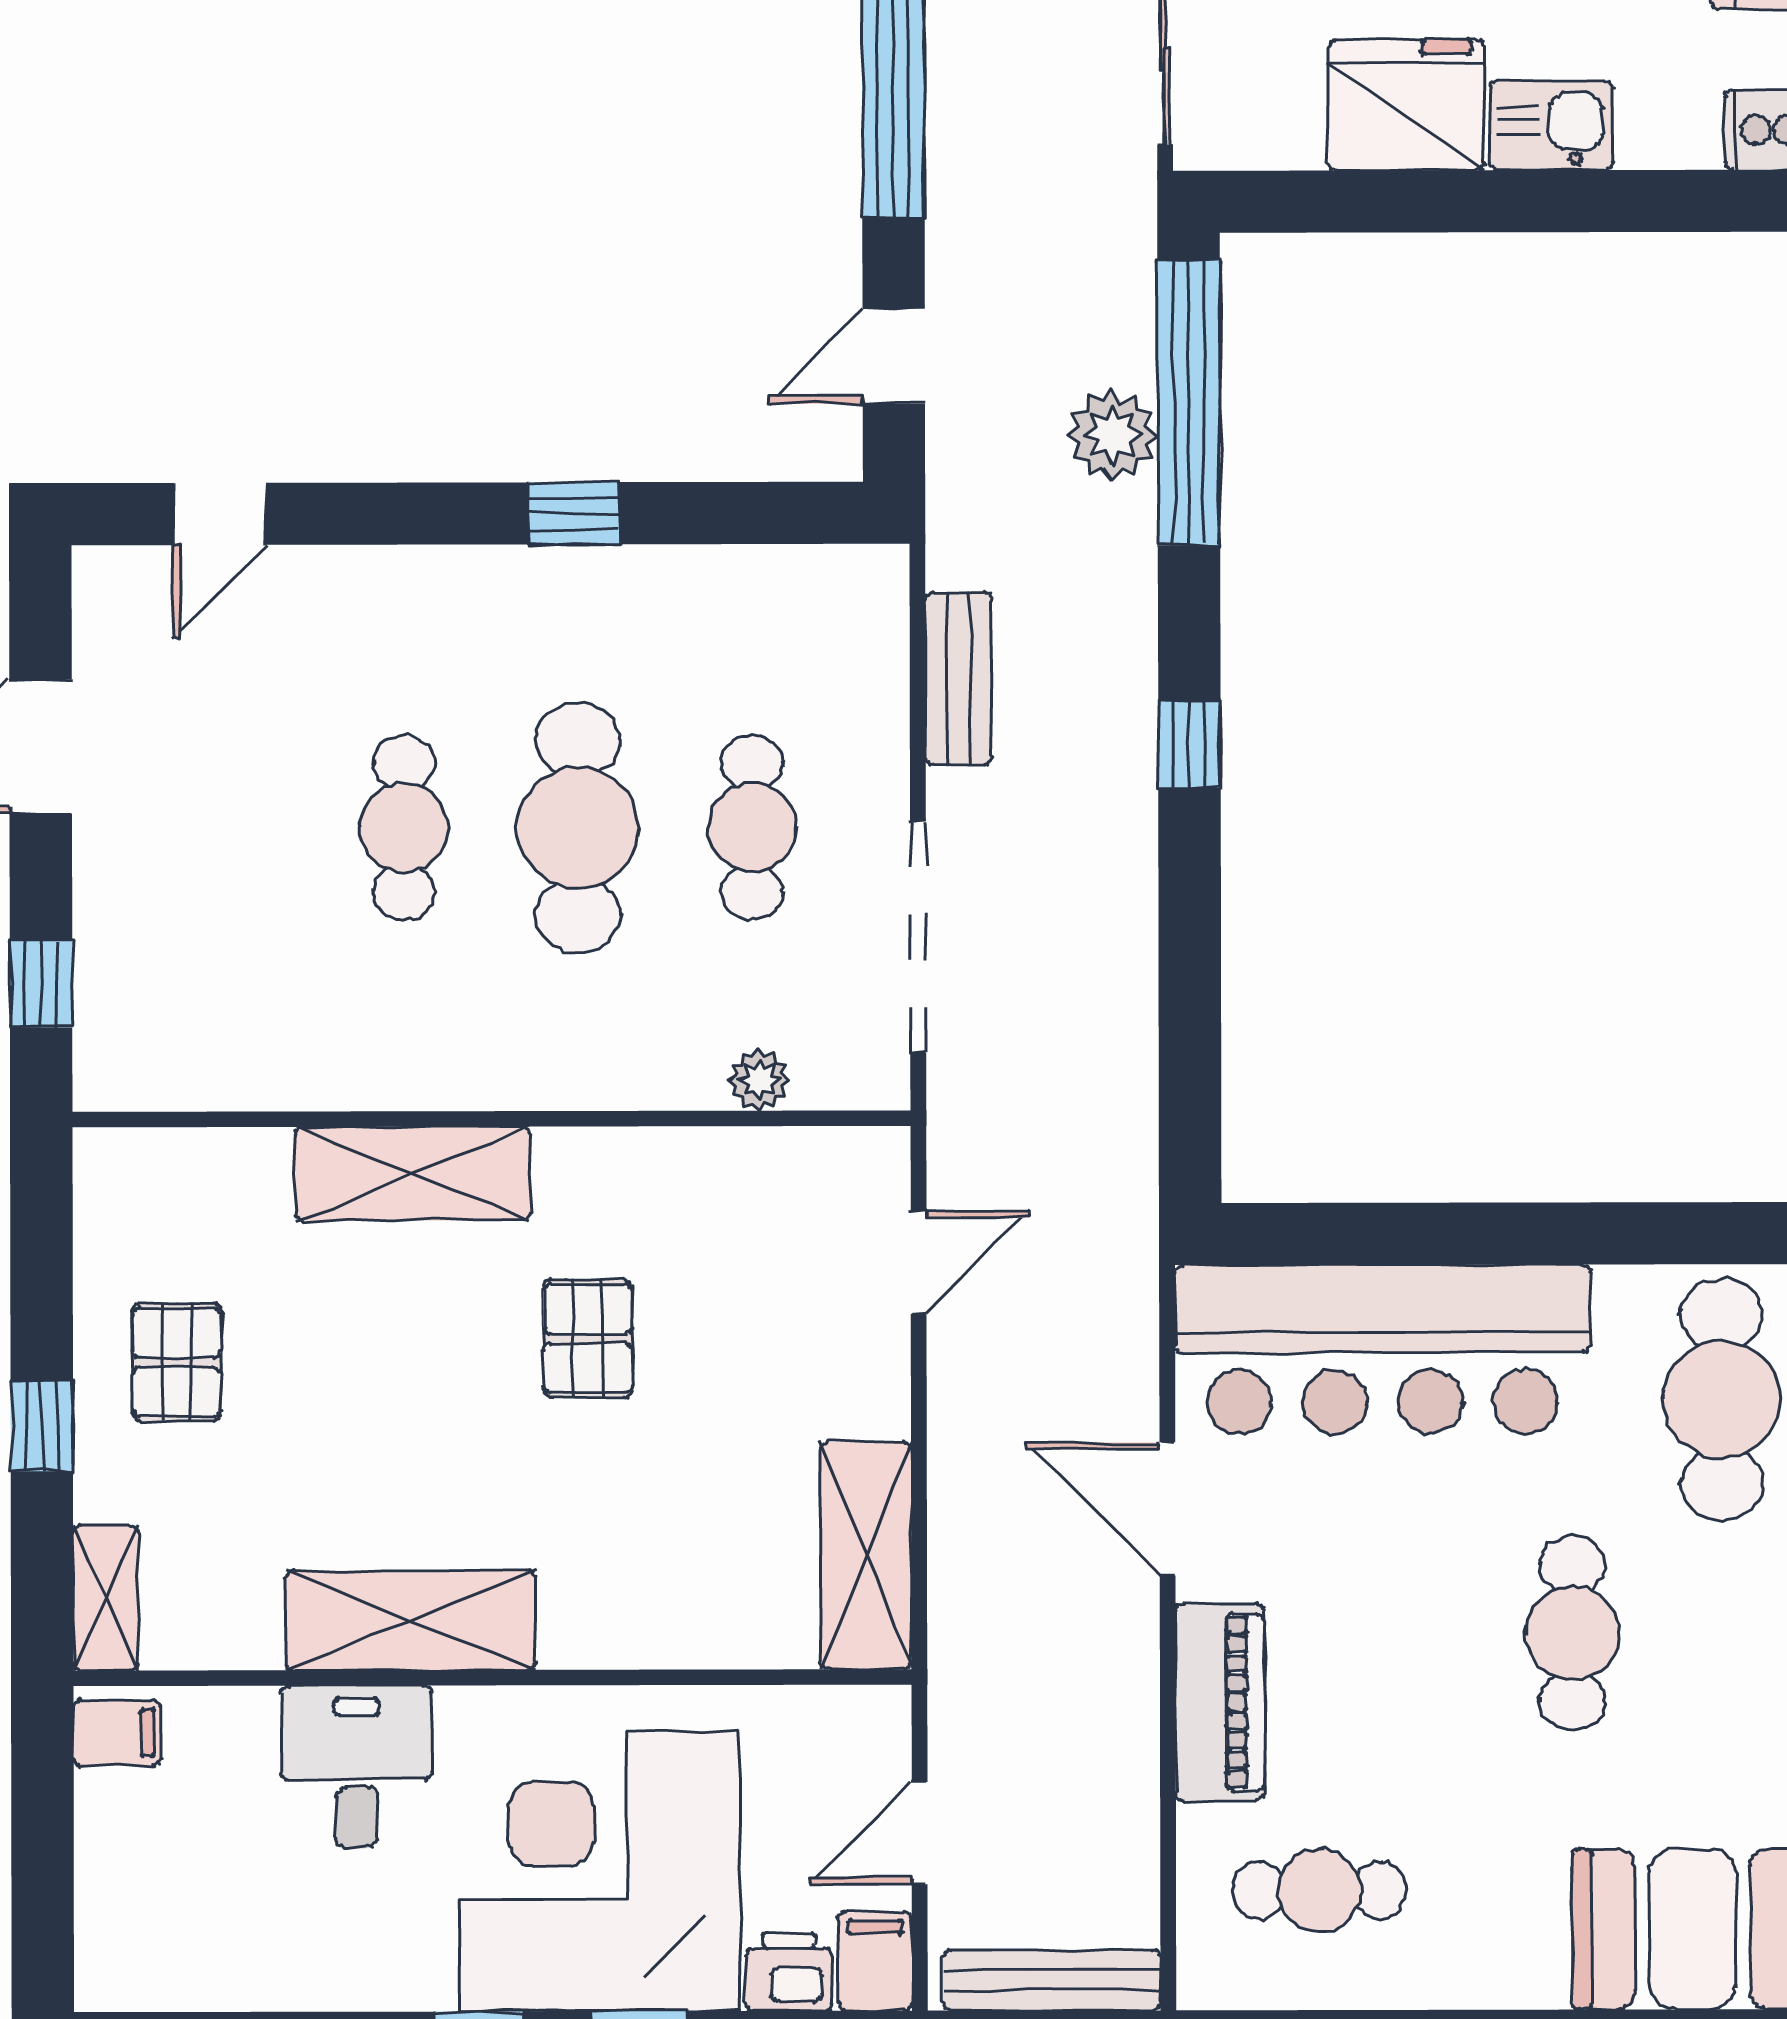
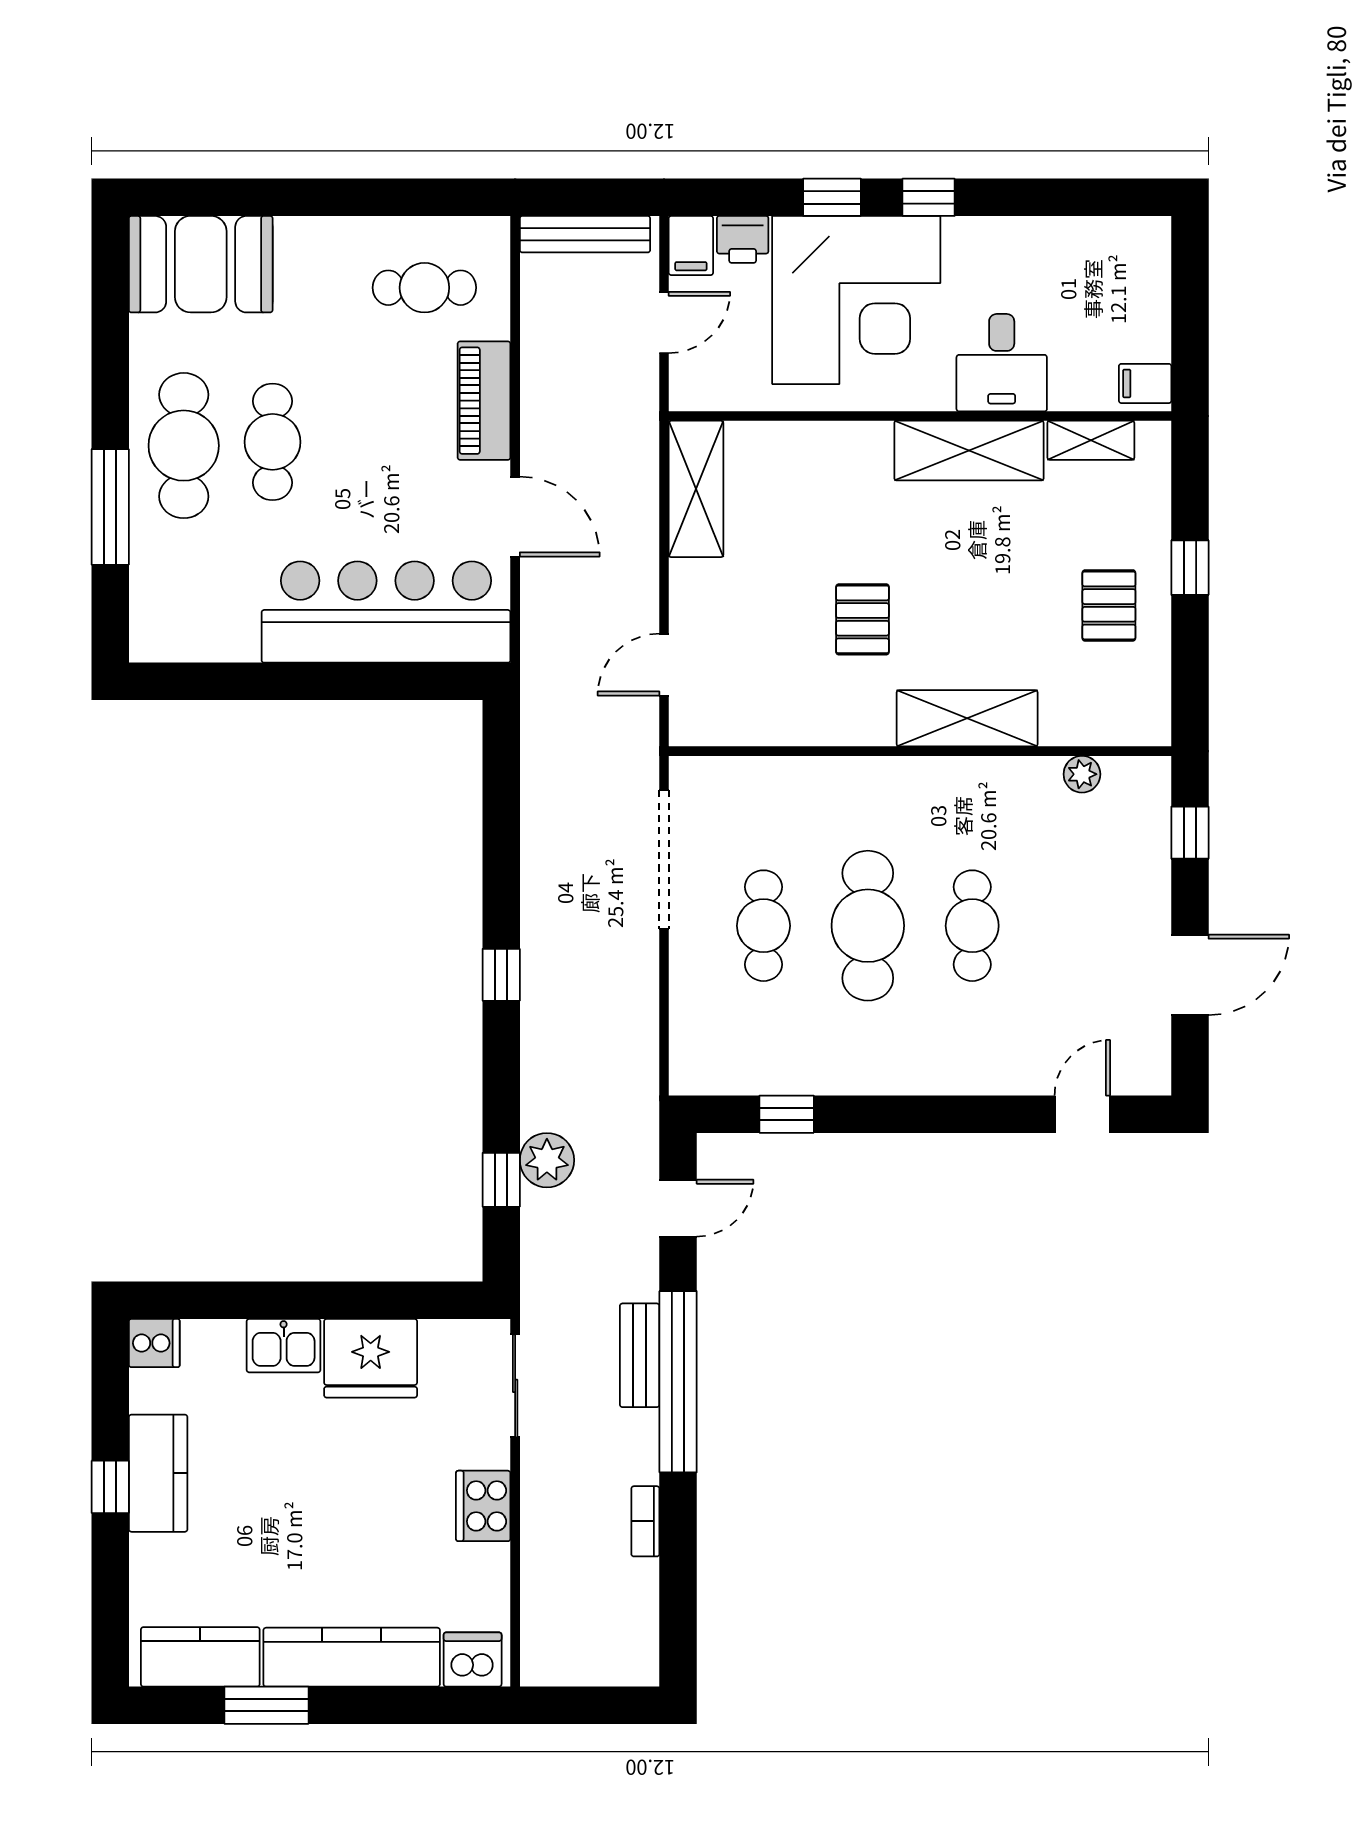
window: (1189, 403) -> (501, 1180), width x0.32
window: (574, 513) -> (787, 1114), moved
bench: (958, 679) -> (640, 1355), moved
plant: (759, 1080) -> (1082, 774), moved
cafe table: (1721, 1399) -> (184, 446), moved
shelving: (106, 1598) -> (1091, 440), moved, turned 90

